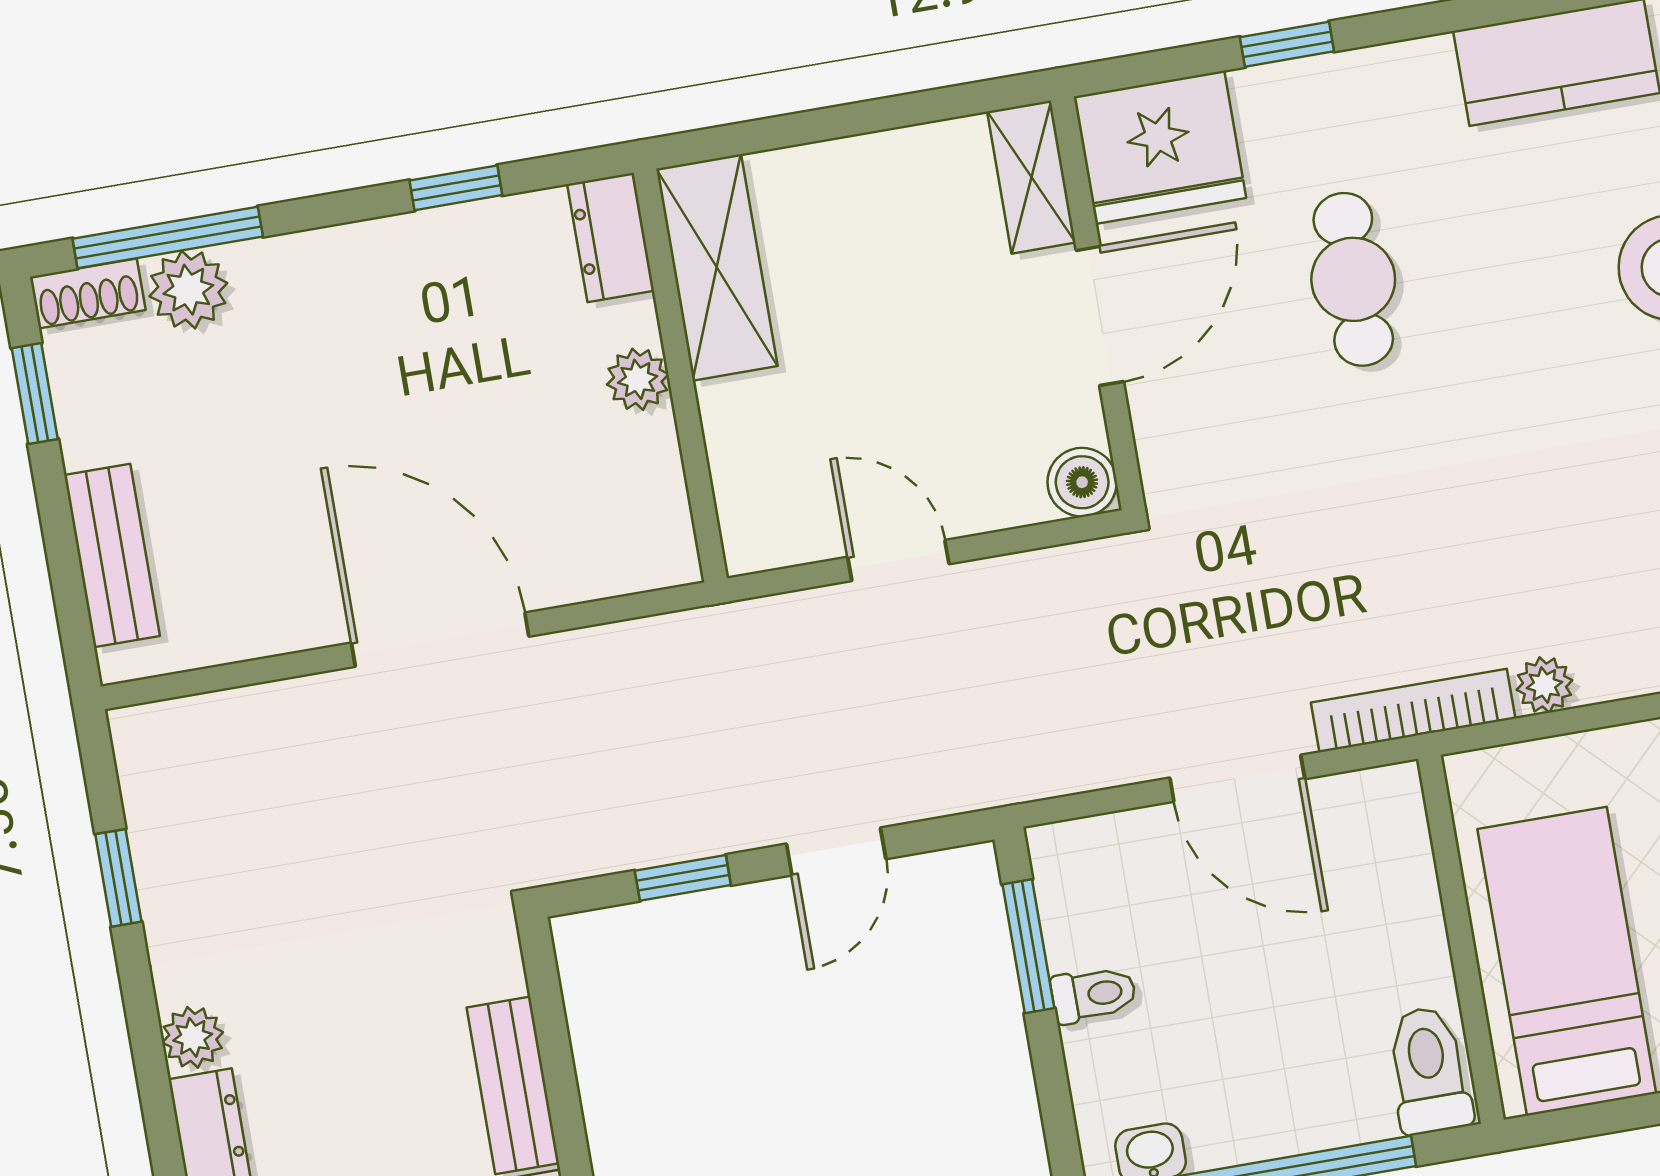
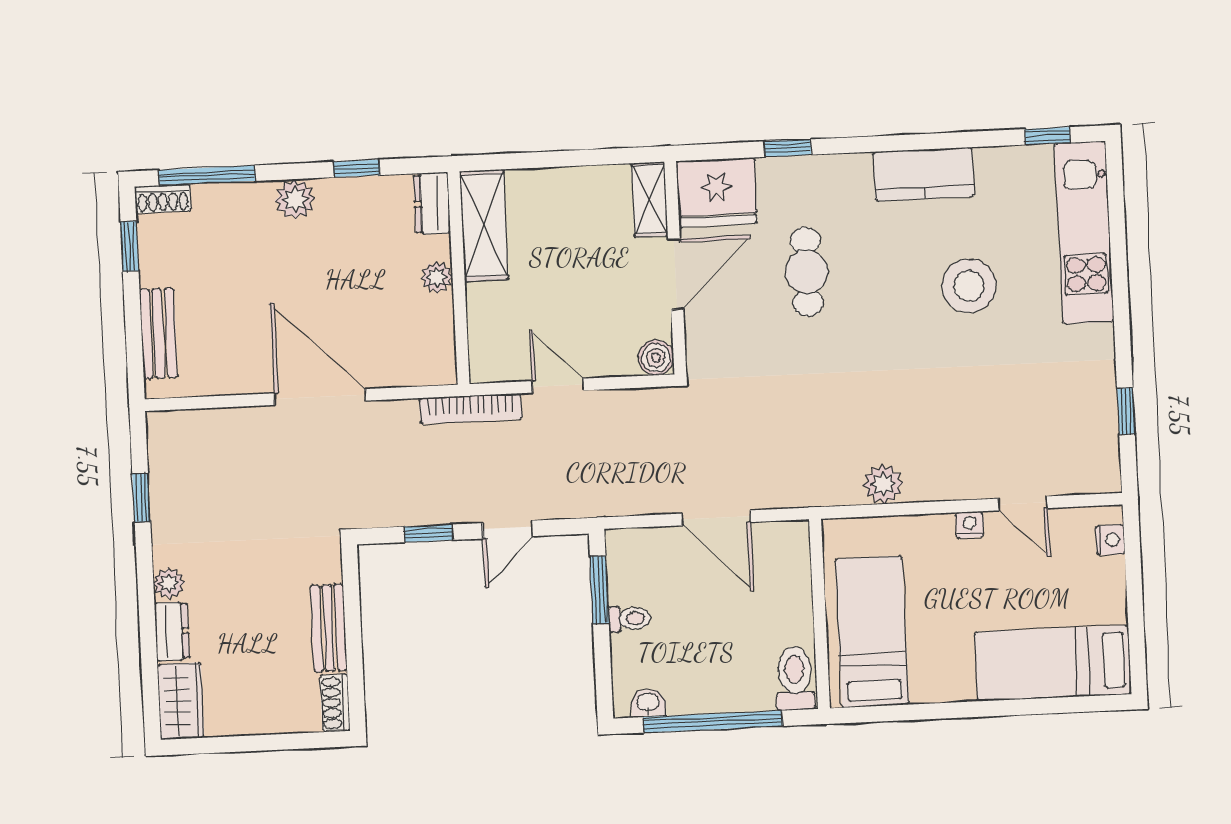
plant: (188, 290) -> (295, 199), moved
plant: (1544, 685) -> (883, 484), width x1.38, depth x1.38
bookcase: (1413, 711) -> (471, 409), moved, turned 180

